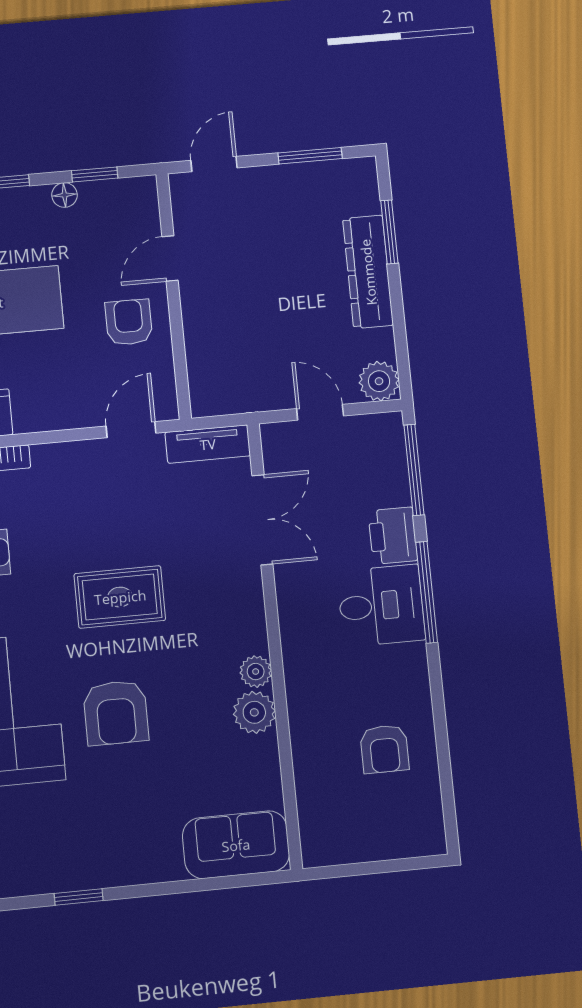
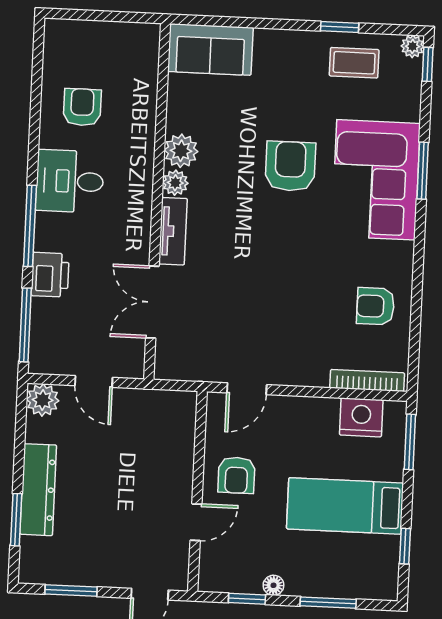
tv unit: (208, 444) -> (173, 231), moved, turned 90
rug: (120, 597) -> (274, 257), removed
desk: (381, 606) -> (70, 181), moved
coffee table: (54, 854) -> (354, 63), added

